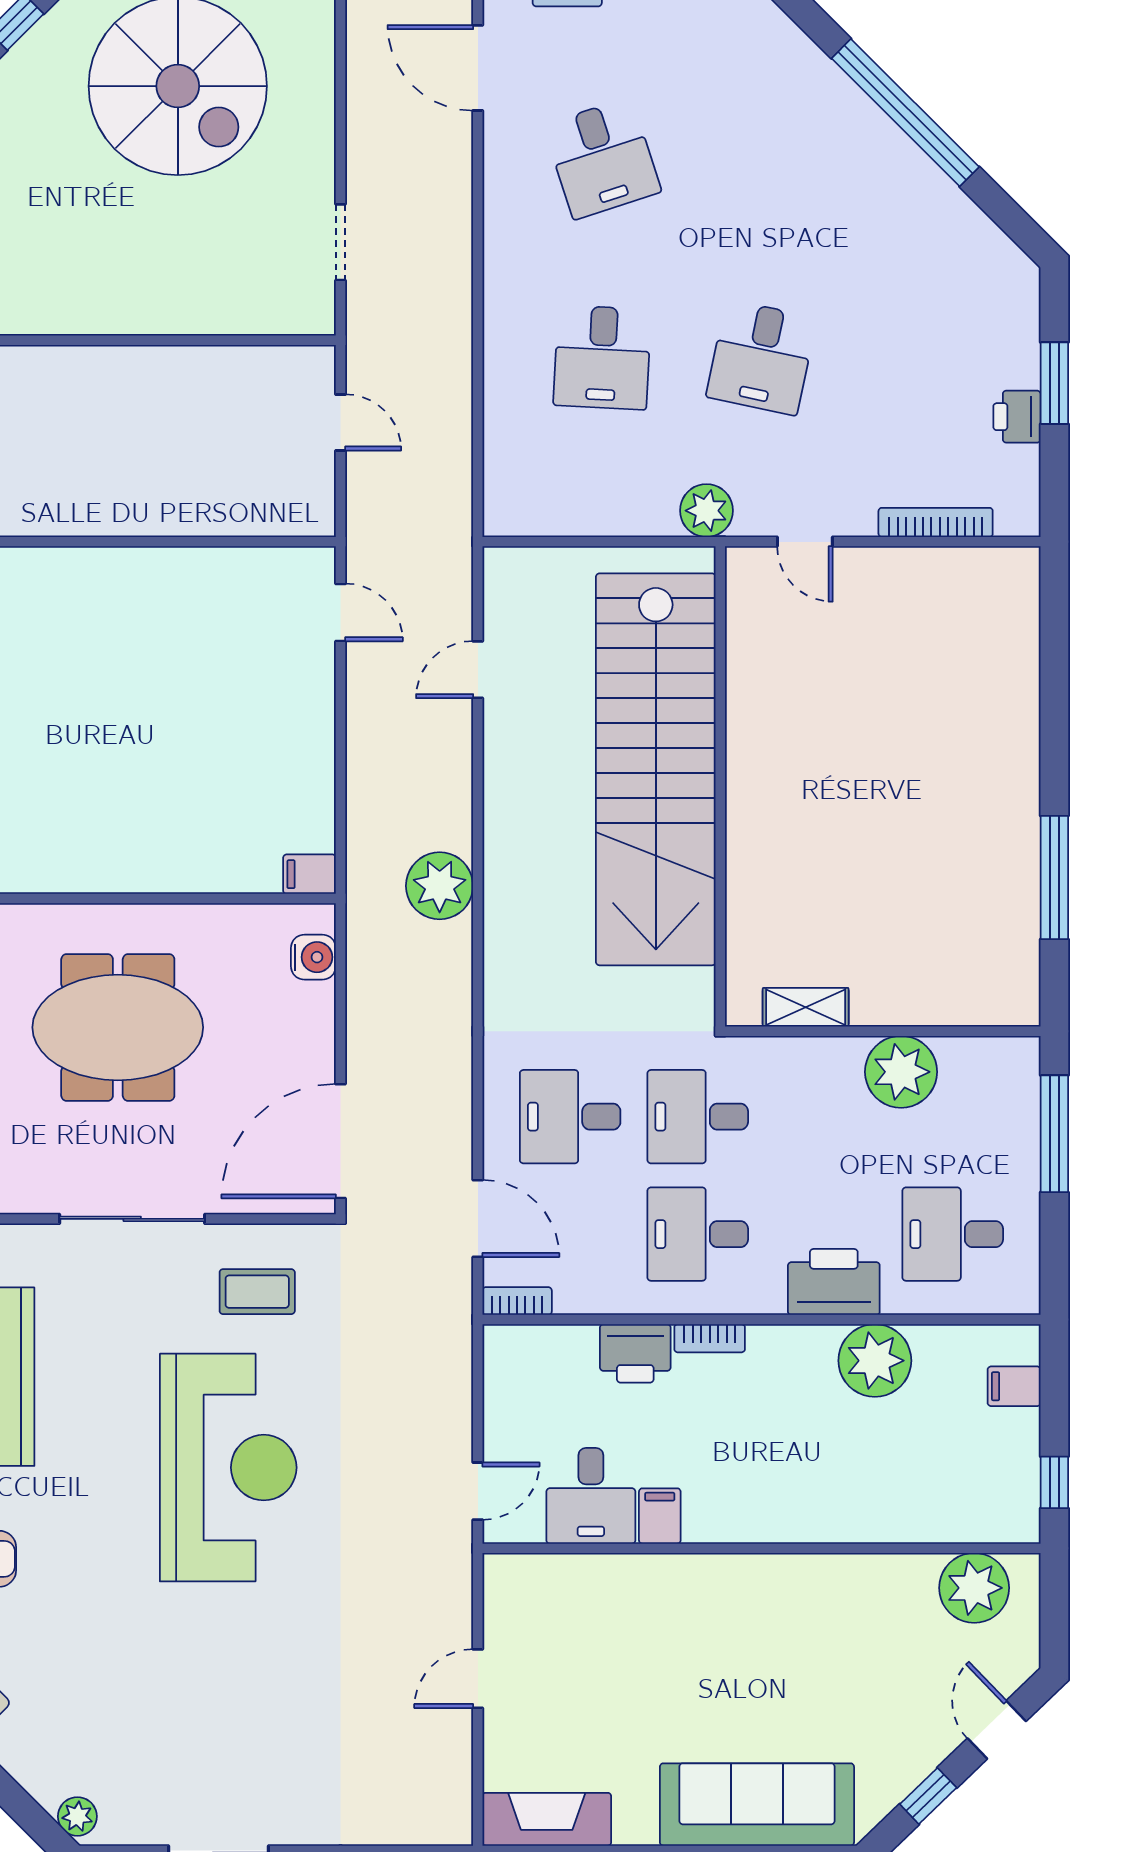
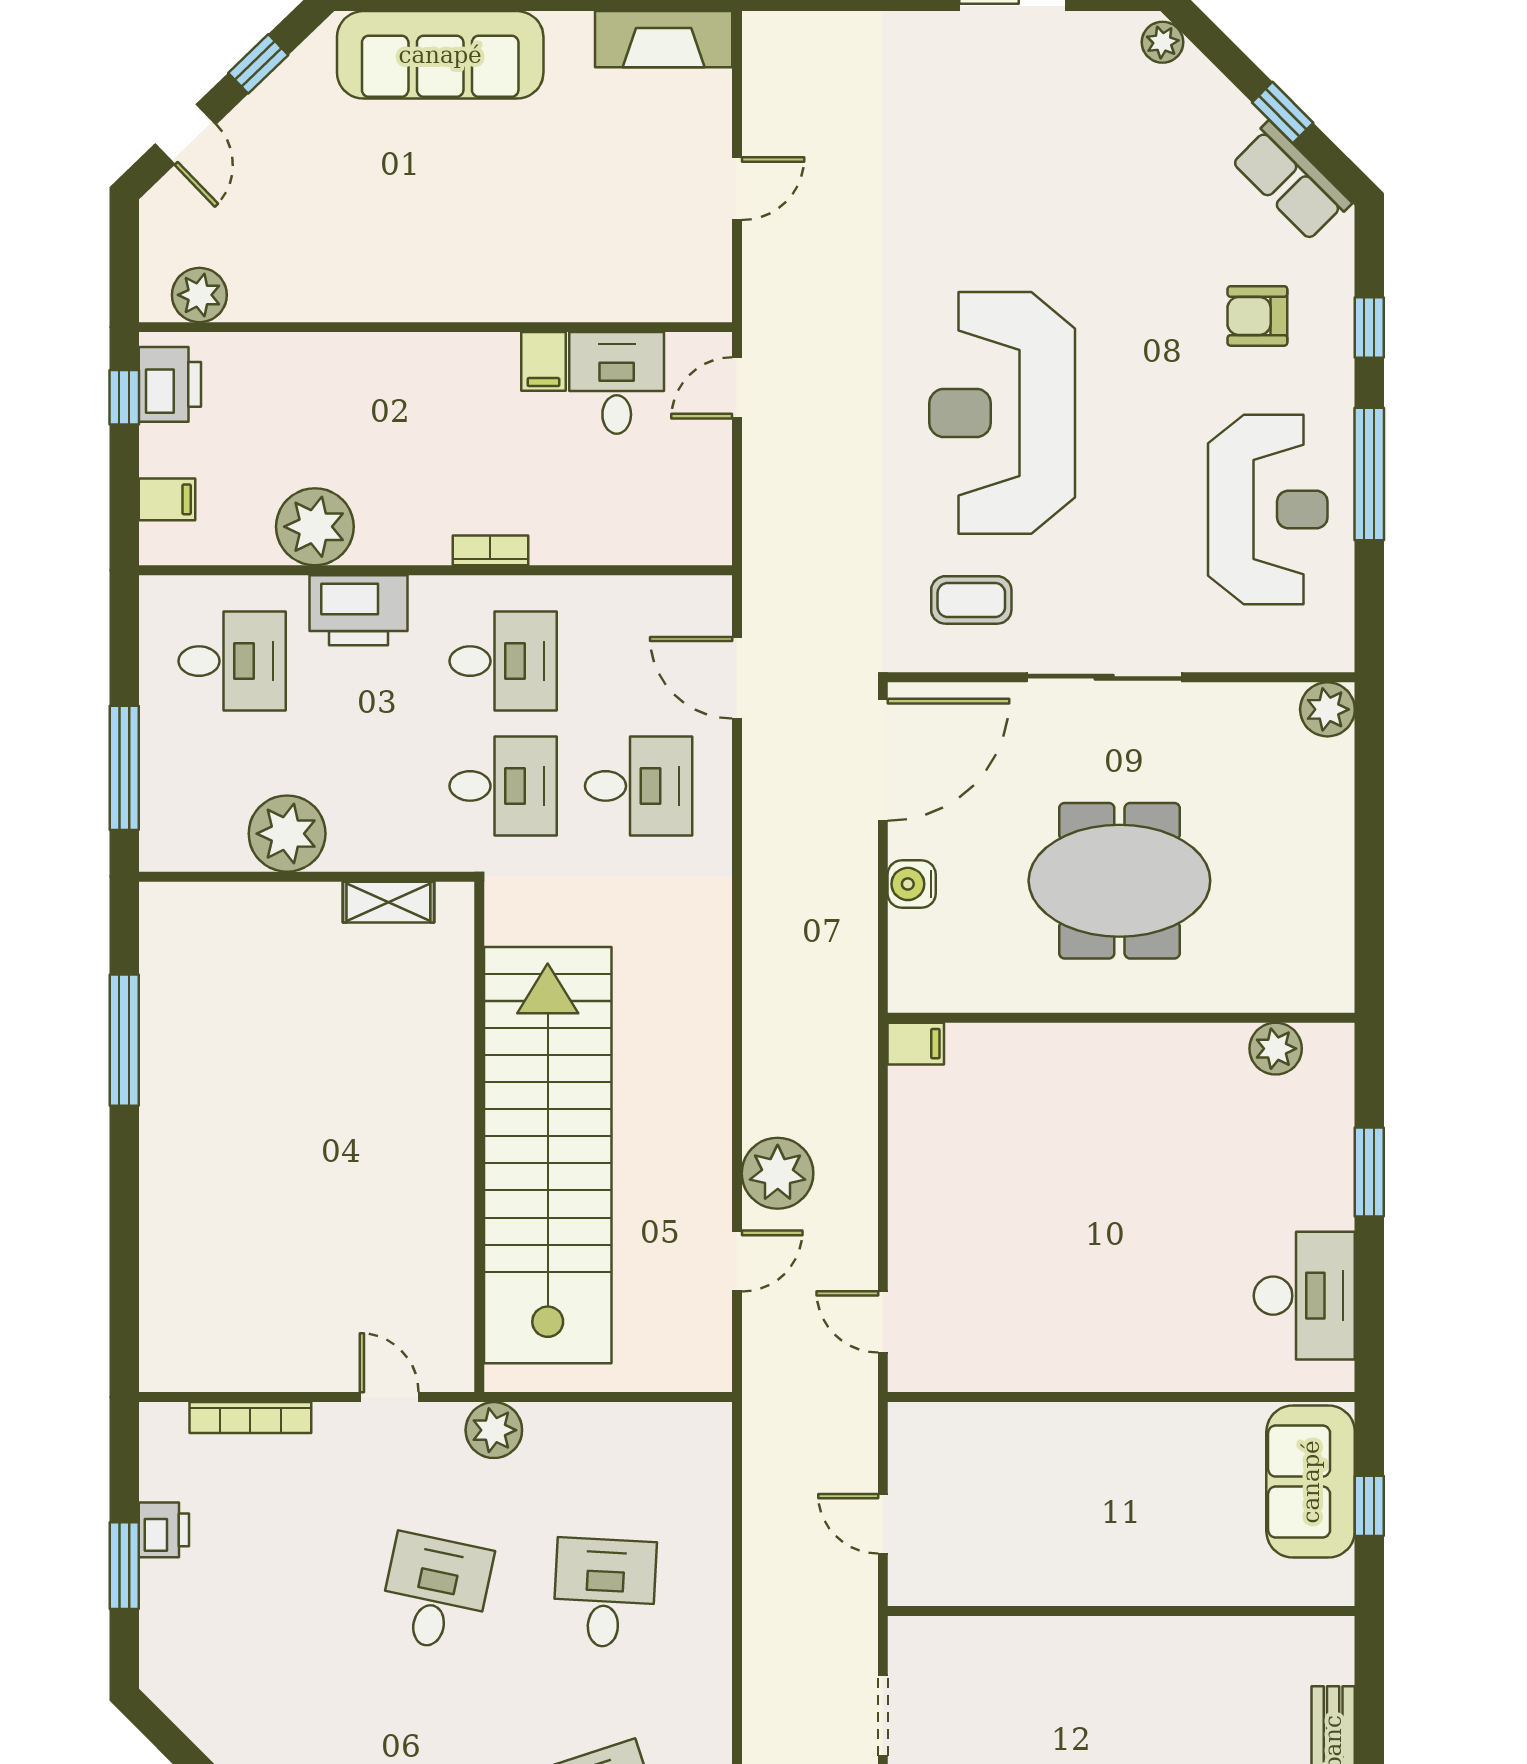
plant: (440, 886) -> (778, 1173), moved
water cooler: (313, 957) -> (912, 884), moved
bookcase: (517, 1301) -> (695, 590), removed
printer: (635, 1353) -> (170, 384), moved, turned 90
plant: (974, 1588) -> (199, 295), width x0.73, depth x0.73

